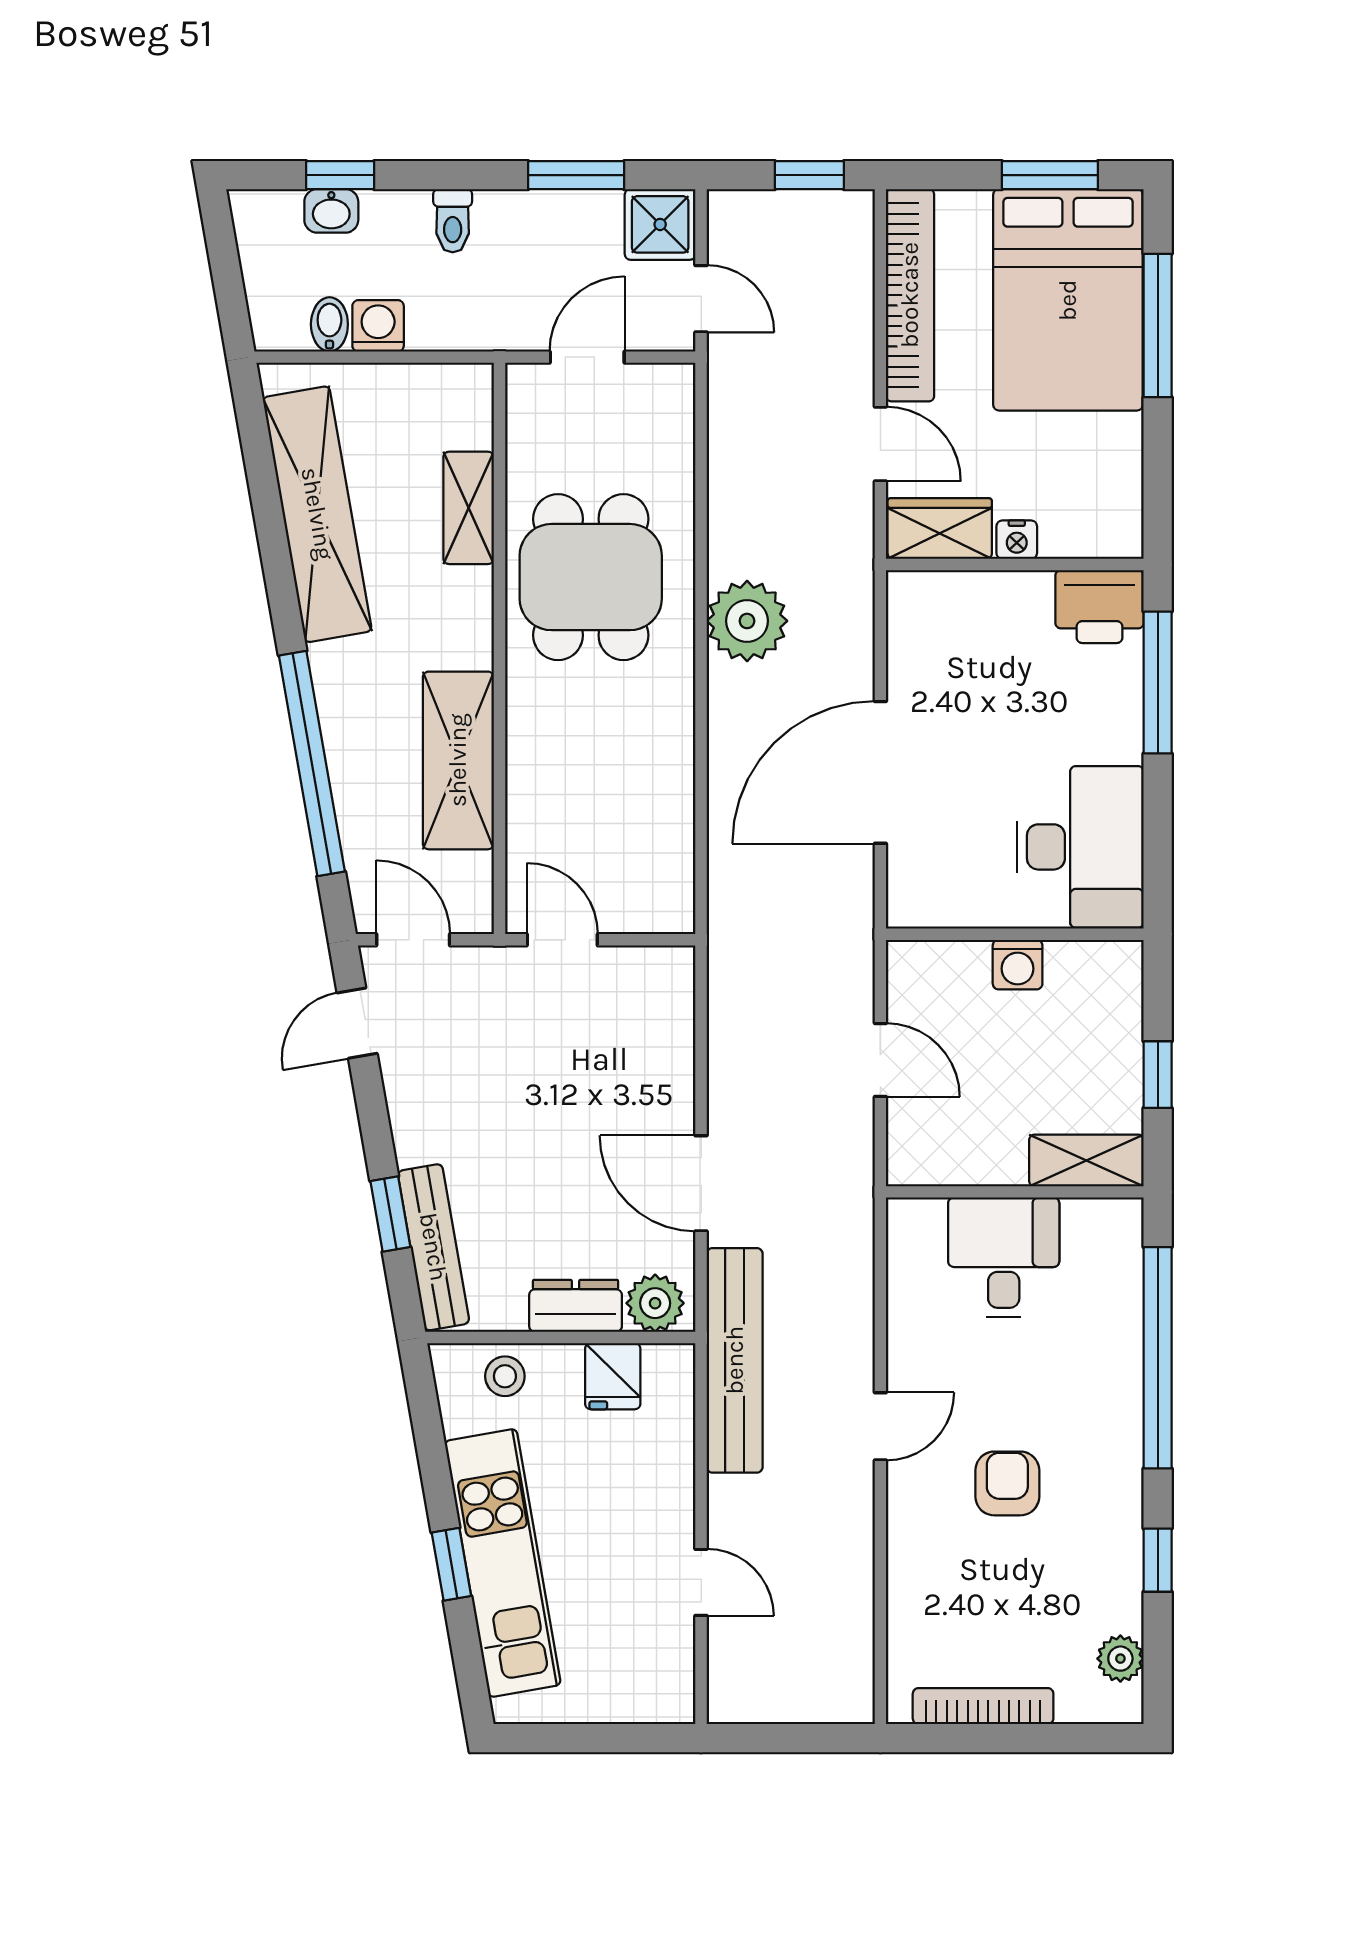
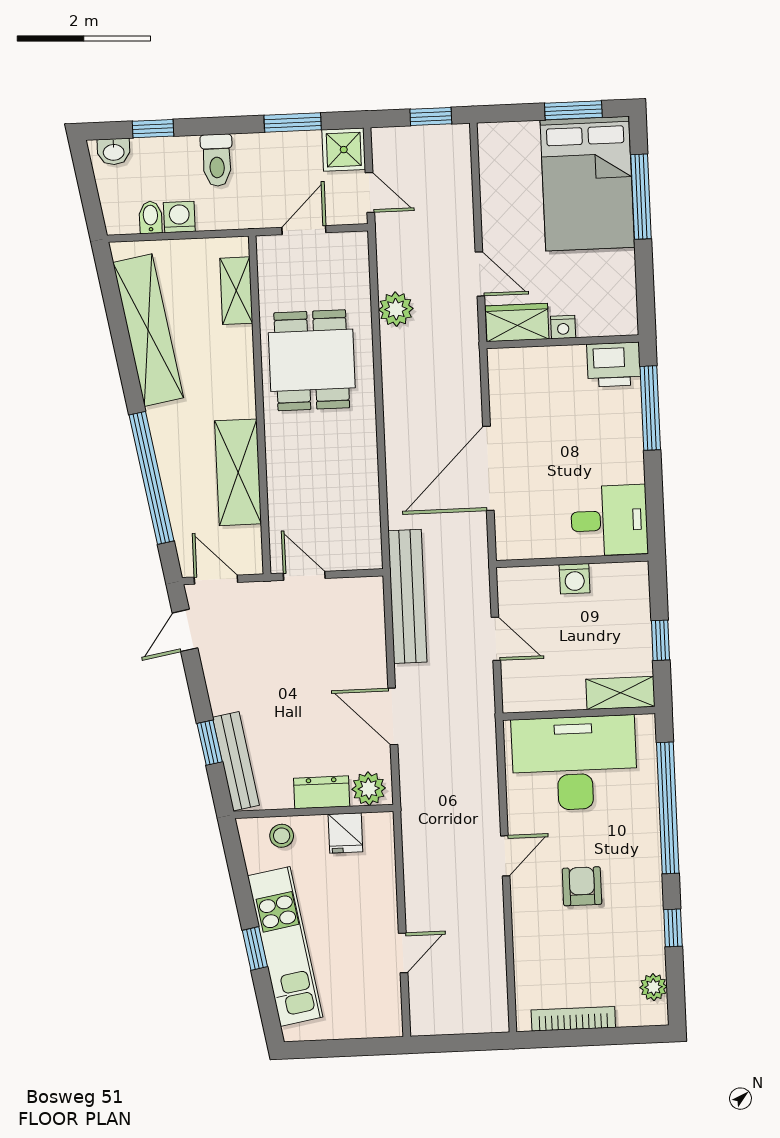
washbasin: (331, 211) -> (114, 152), moved
toilet: (453, 221) -> (217, 160), width x1.37, depth x1.39
bookcase: (910, 295) -> (494, 185), removed
shelving: (469, 508) -> (236, 291), moved
plant: (747, 621) -> (396, 309), moved, width x0.73, depth x0.73
desk: (1080, 847) -> (609, 520), width x0.73
desk: (1004, 1257) -> (574, 763), width x1.87, depth x1.30
bench: (735, 1360) -> (407, 596), moved
door: (701, 1582) -> (403, 953), hinge flipped

